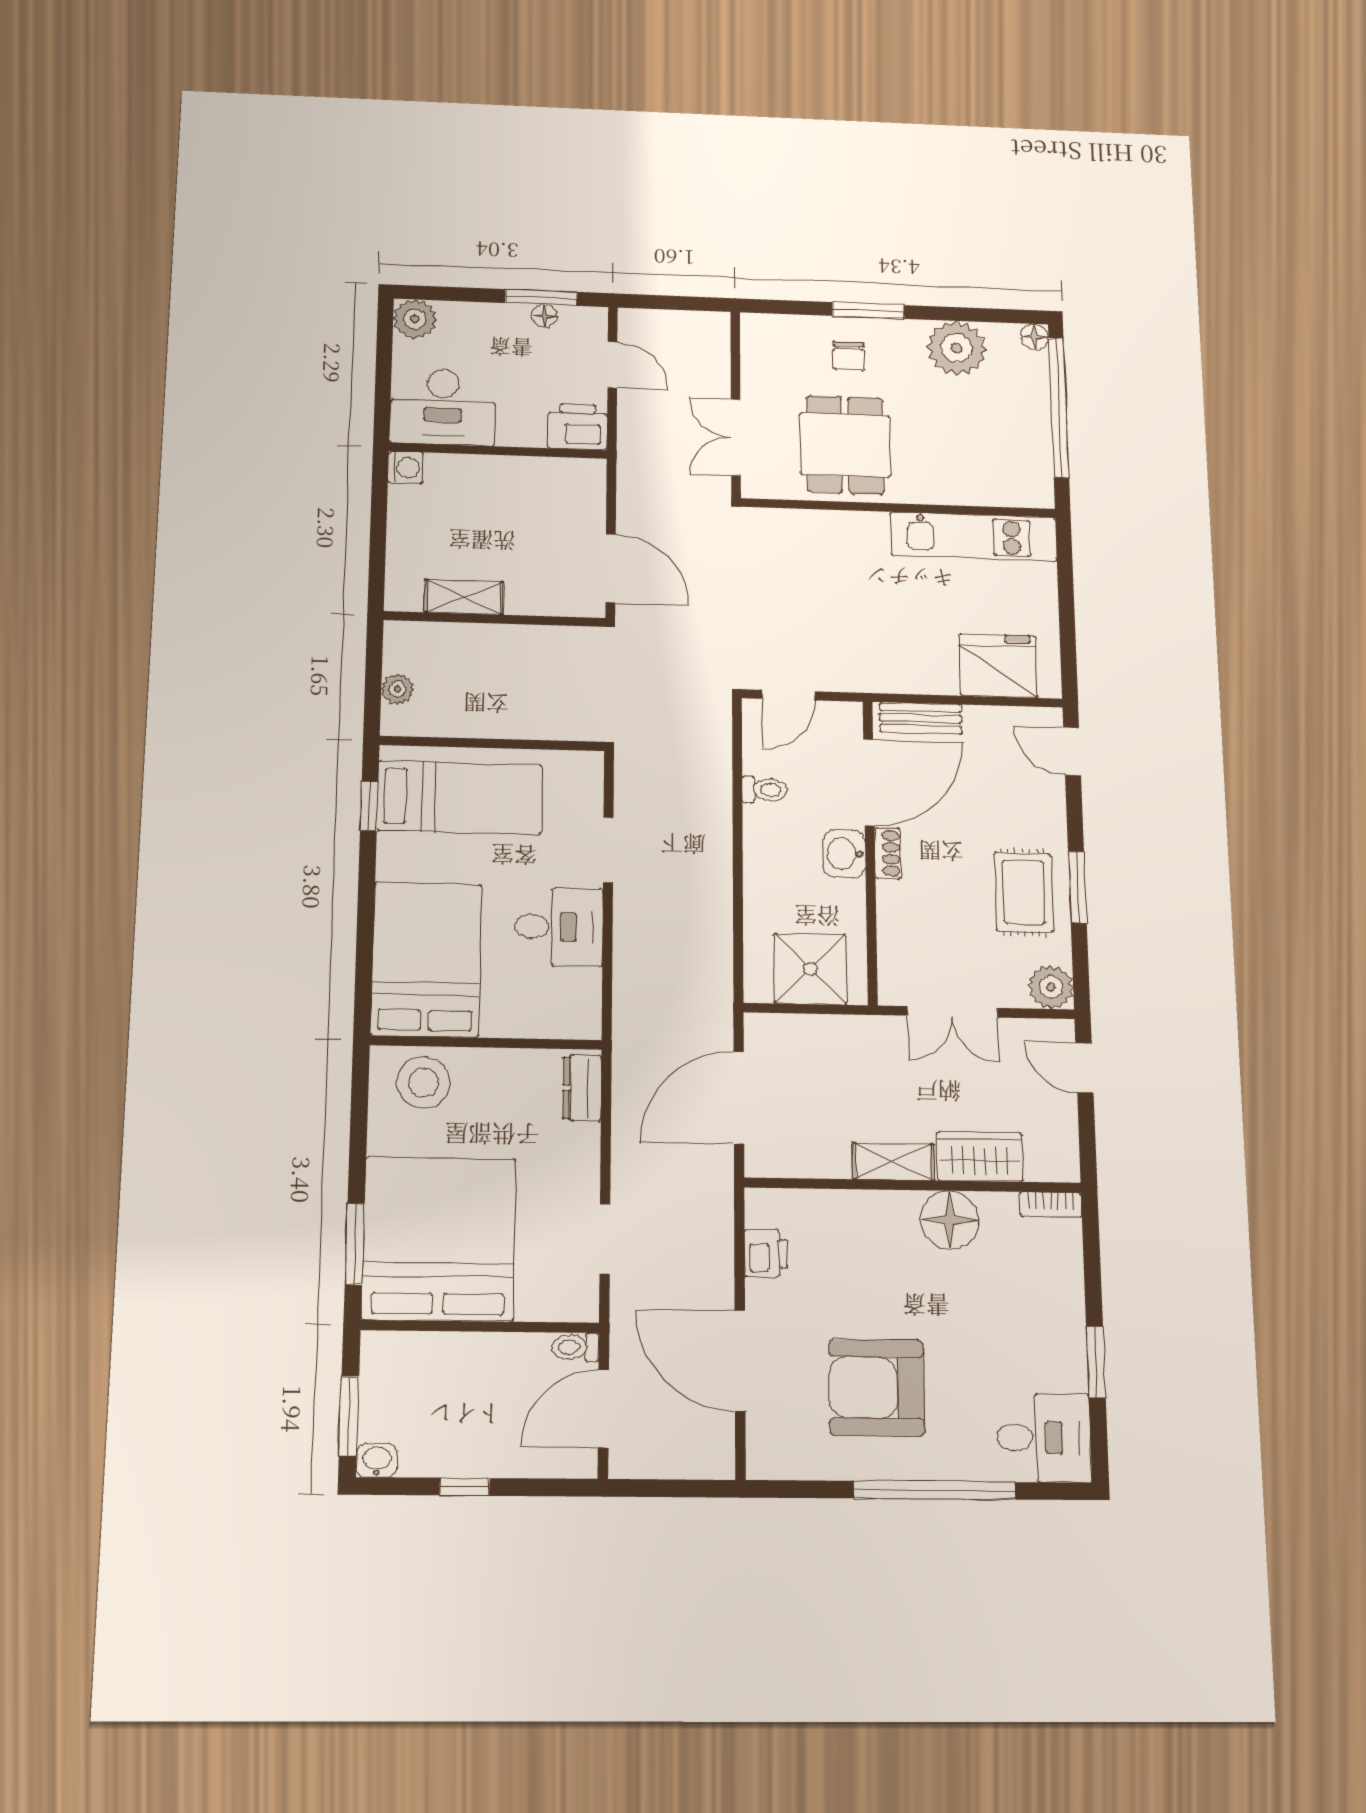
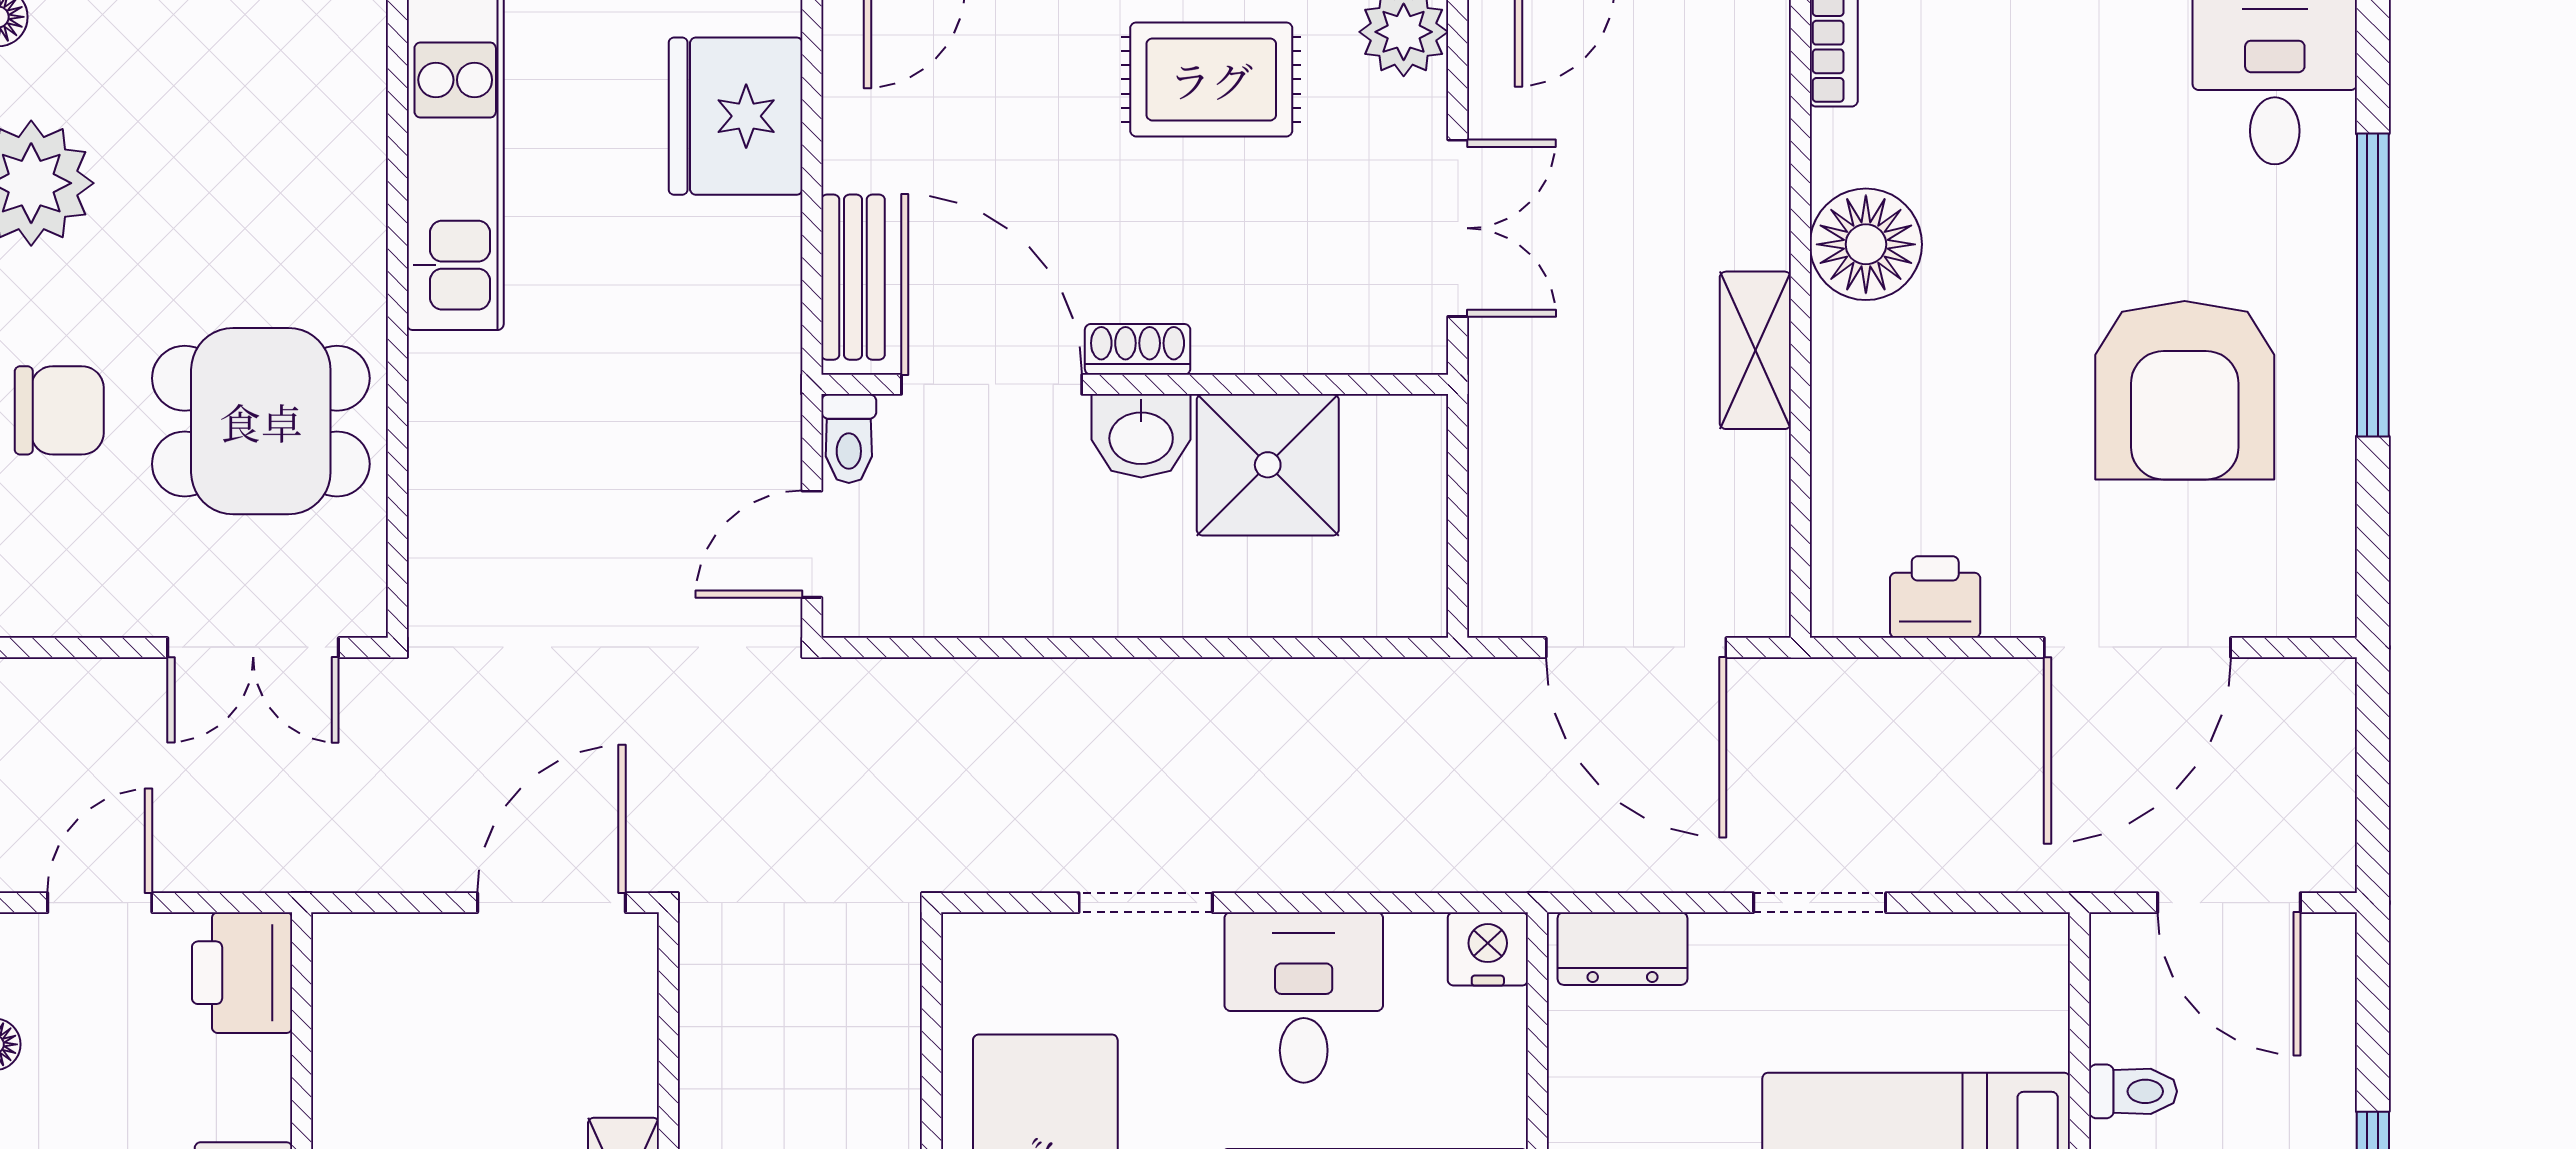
chair: (849, 356) -> (59, 410), width x1.37, depth x1.37
door: (788, 695) -> (812, 544), swing flipped
toilet: (765, 790) -> (849, 439), moved, turned 180
shower: (810, 969) -> (1268, 465), moved
nightstand: (583, 1019) -> (1488, 949), added
wardrobe: (980, 1157) -> (1743, 182), removed
doorway: (605, 1239) -> (1820, 903), moved
toilet: (575, 1347) -> (2133, 1091), moved, turned -90

